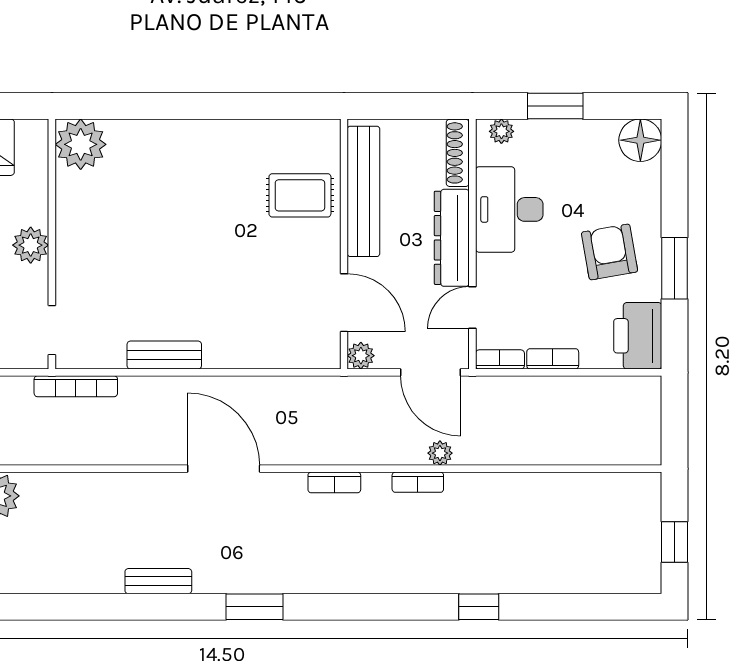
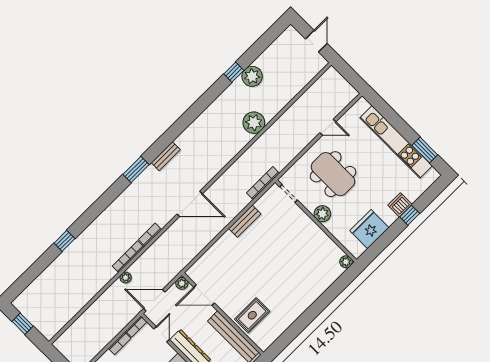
plant: (81, 144) -> (346, 262), width x0.53, depth x0.53
bookcase: (418, 482) -> (128, 257), width x1.56
bench: (158, 581) -> (166, 156), moved

